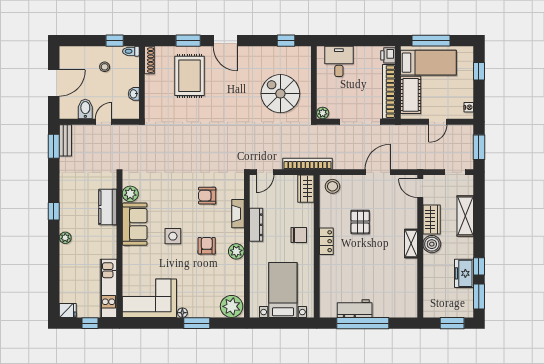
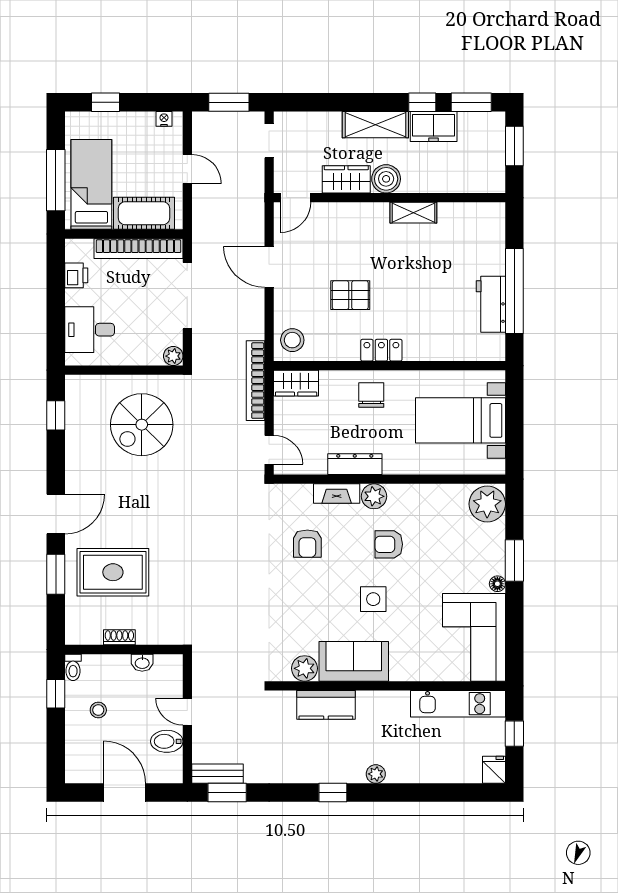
printer: (388, 55) -> (76, 275), moved, turned -90
shoe rack: (149, 60) -> (119, 637), moved, width x0.70
shelving: (465, 216) -> (375, 125), moved
shelving: (411, 243) -> (413, 213), moved
plant: (236, 251) -> (374, 496), moved

